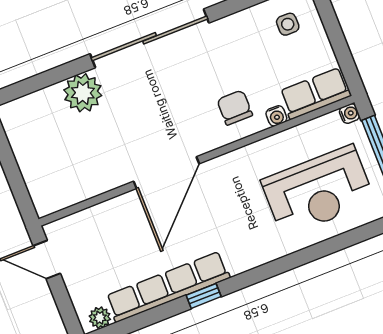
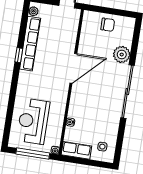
row of seats: (315, 93) -> (76, 150), moved, turned -90
chair: (235, 108) -> (108, 25), moved
door: (166, 173) -> (73, 68), swing flipped

